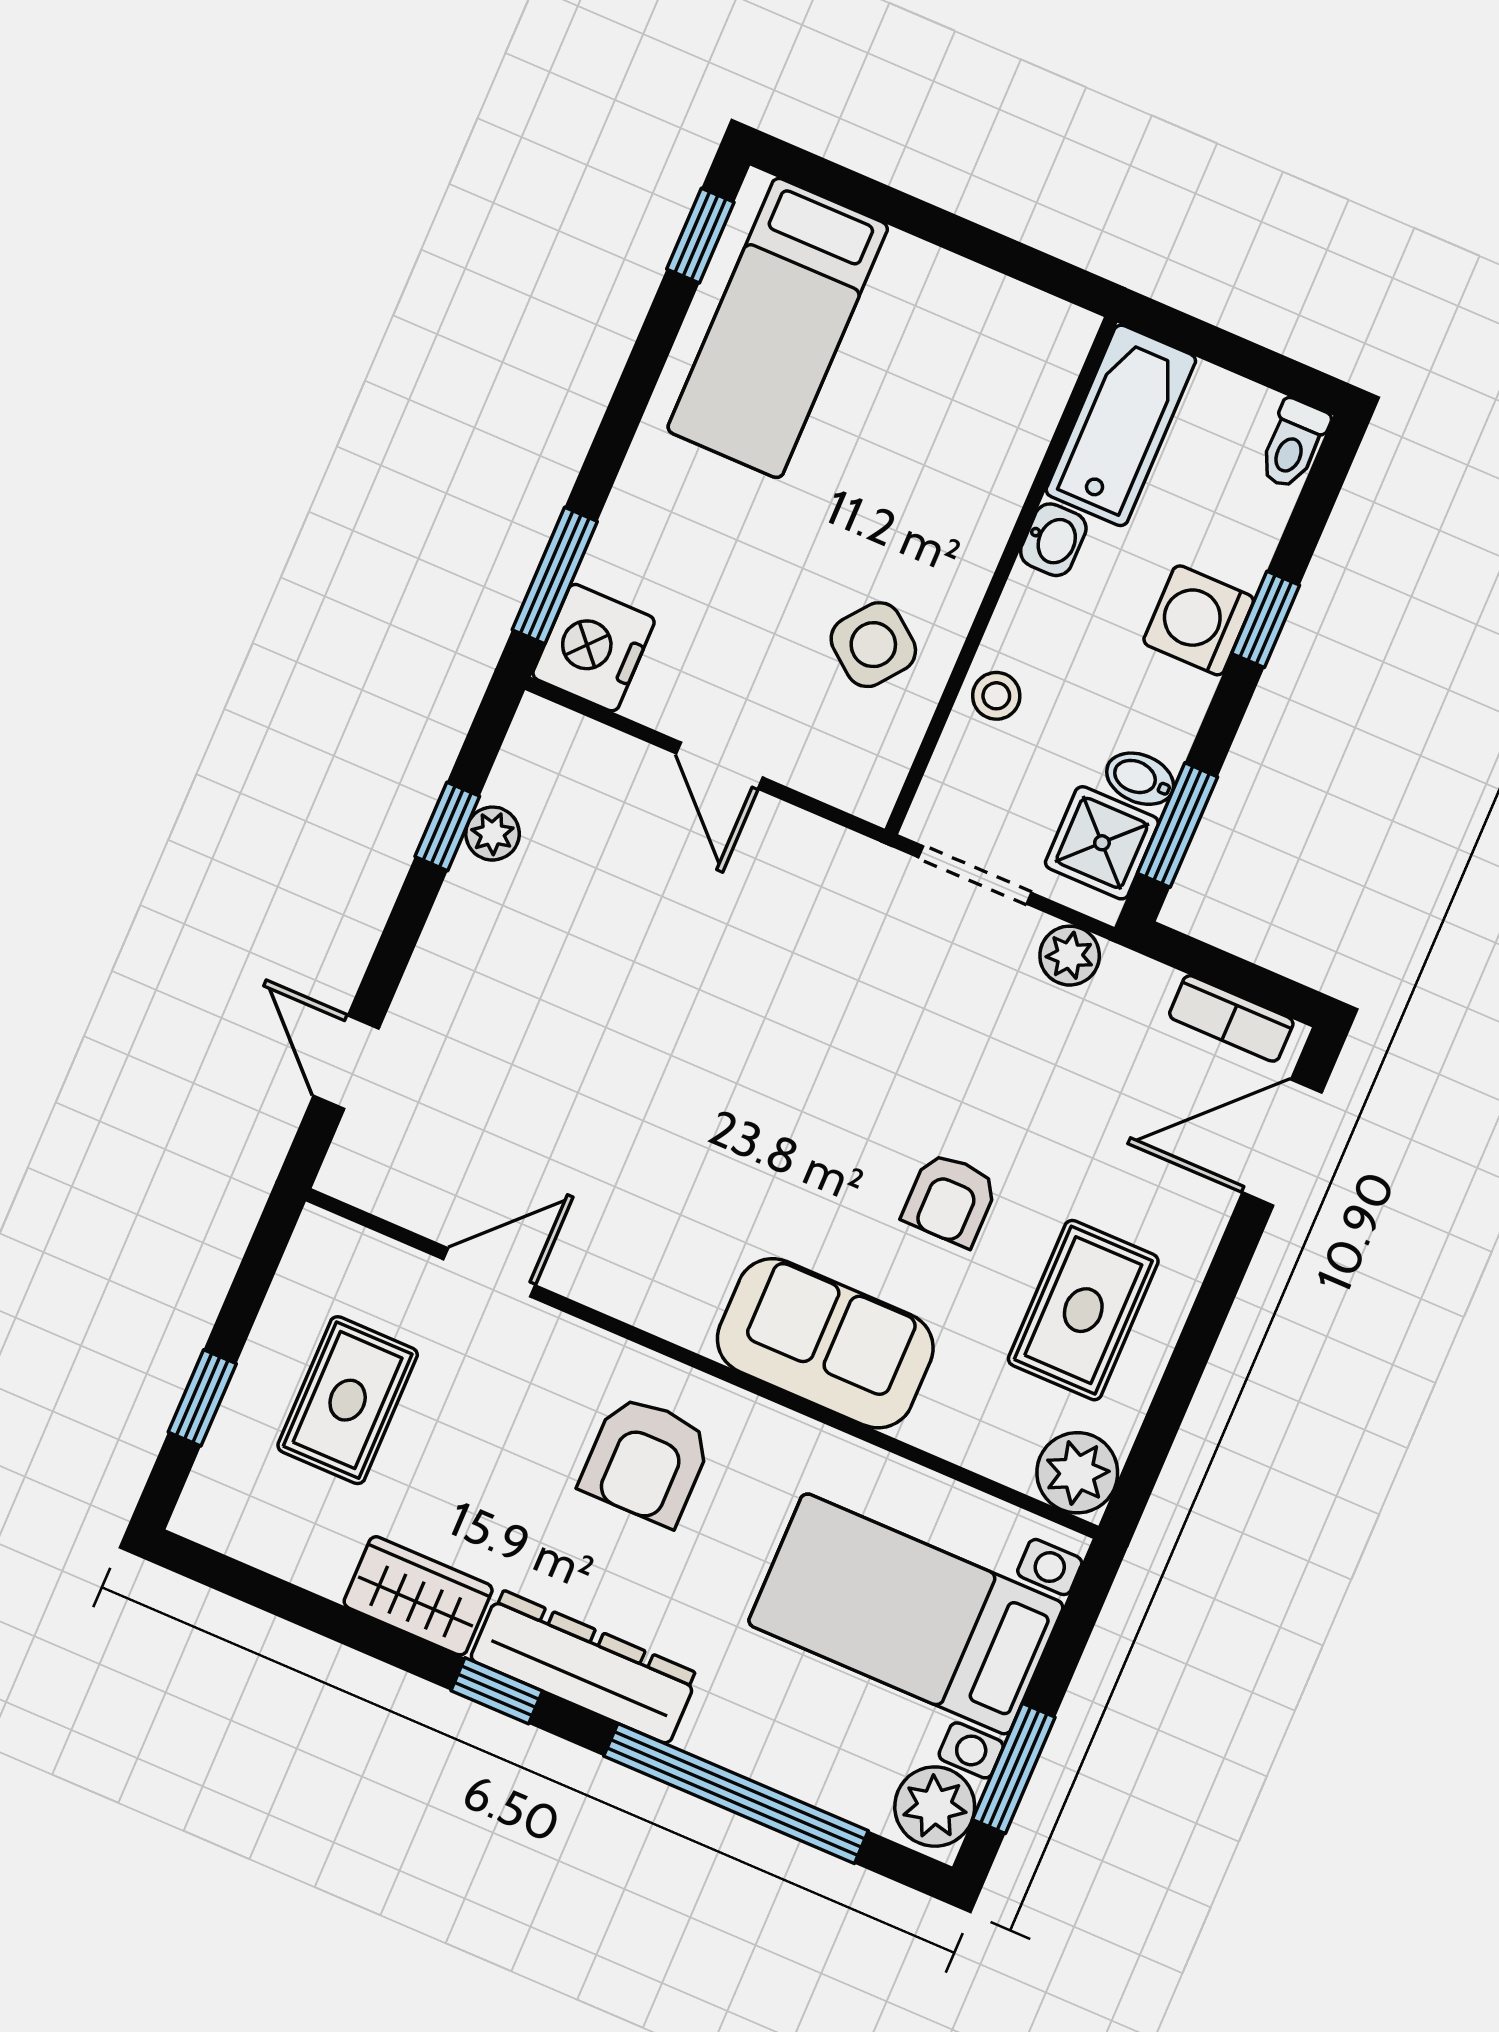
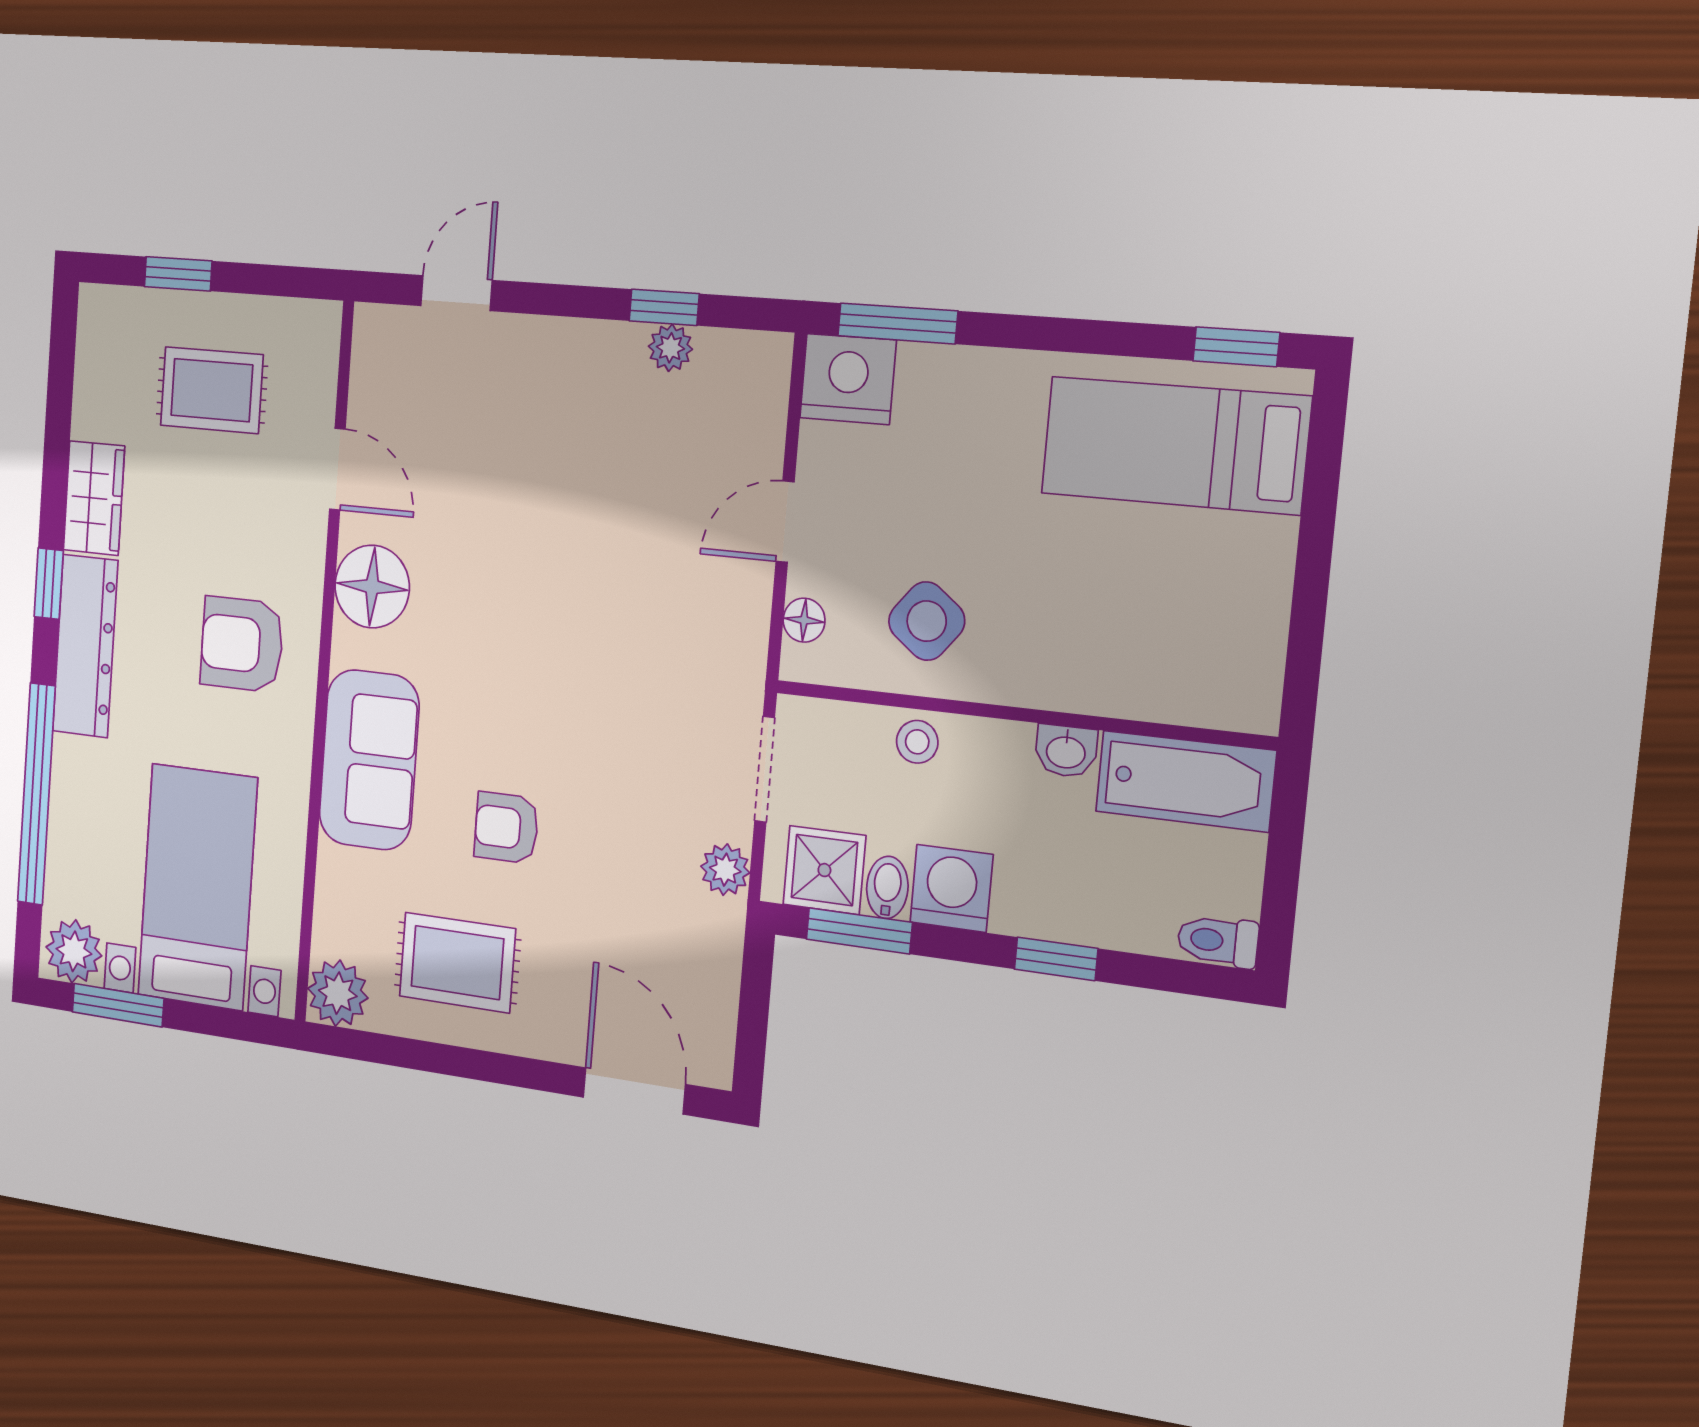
washing machine: (1199, 620) -> (951, 888), moved
floor lamp: (830, 779) -> (804, 620), added
bookcase: (1231, 1018) -> (718, 1021), removed
floor lamp: (633, 1274) -> (372, 587), added

